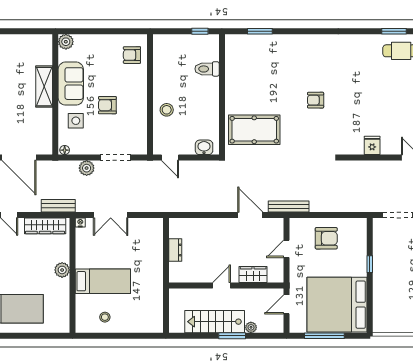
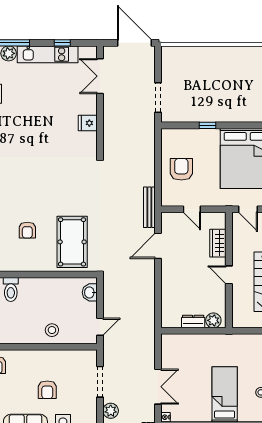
armchair: (316, 100) -> (27, 230), moved
plant: (176, 270) -> (213, 320), added

